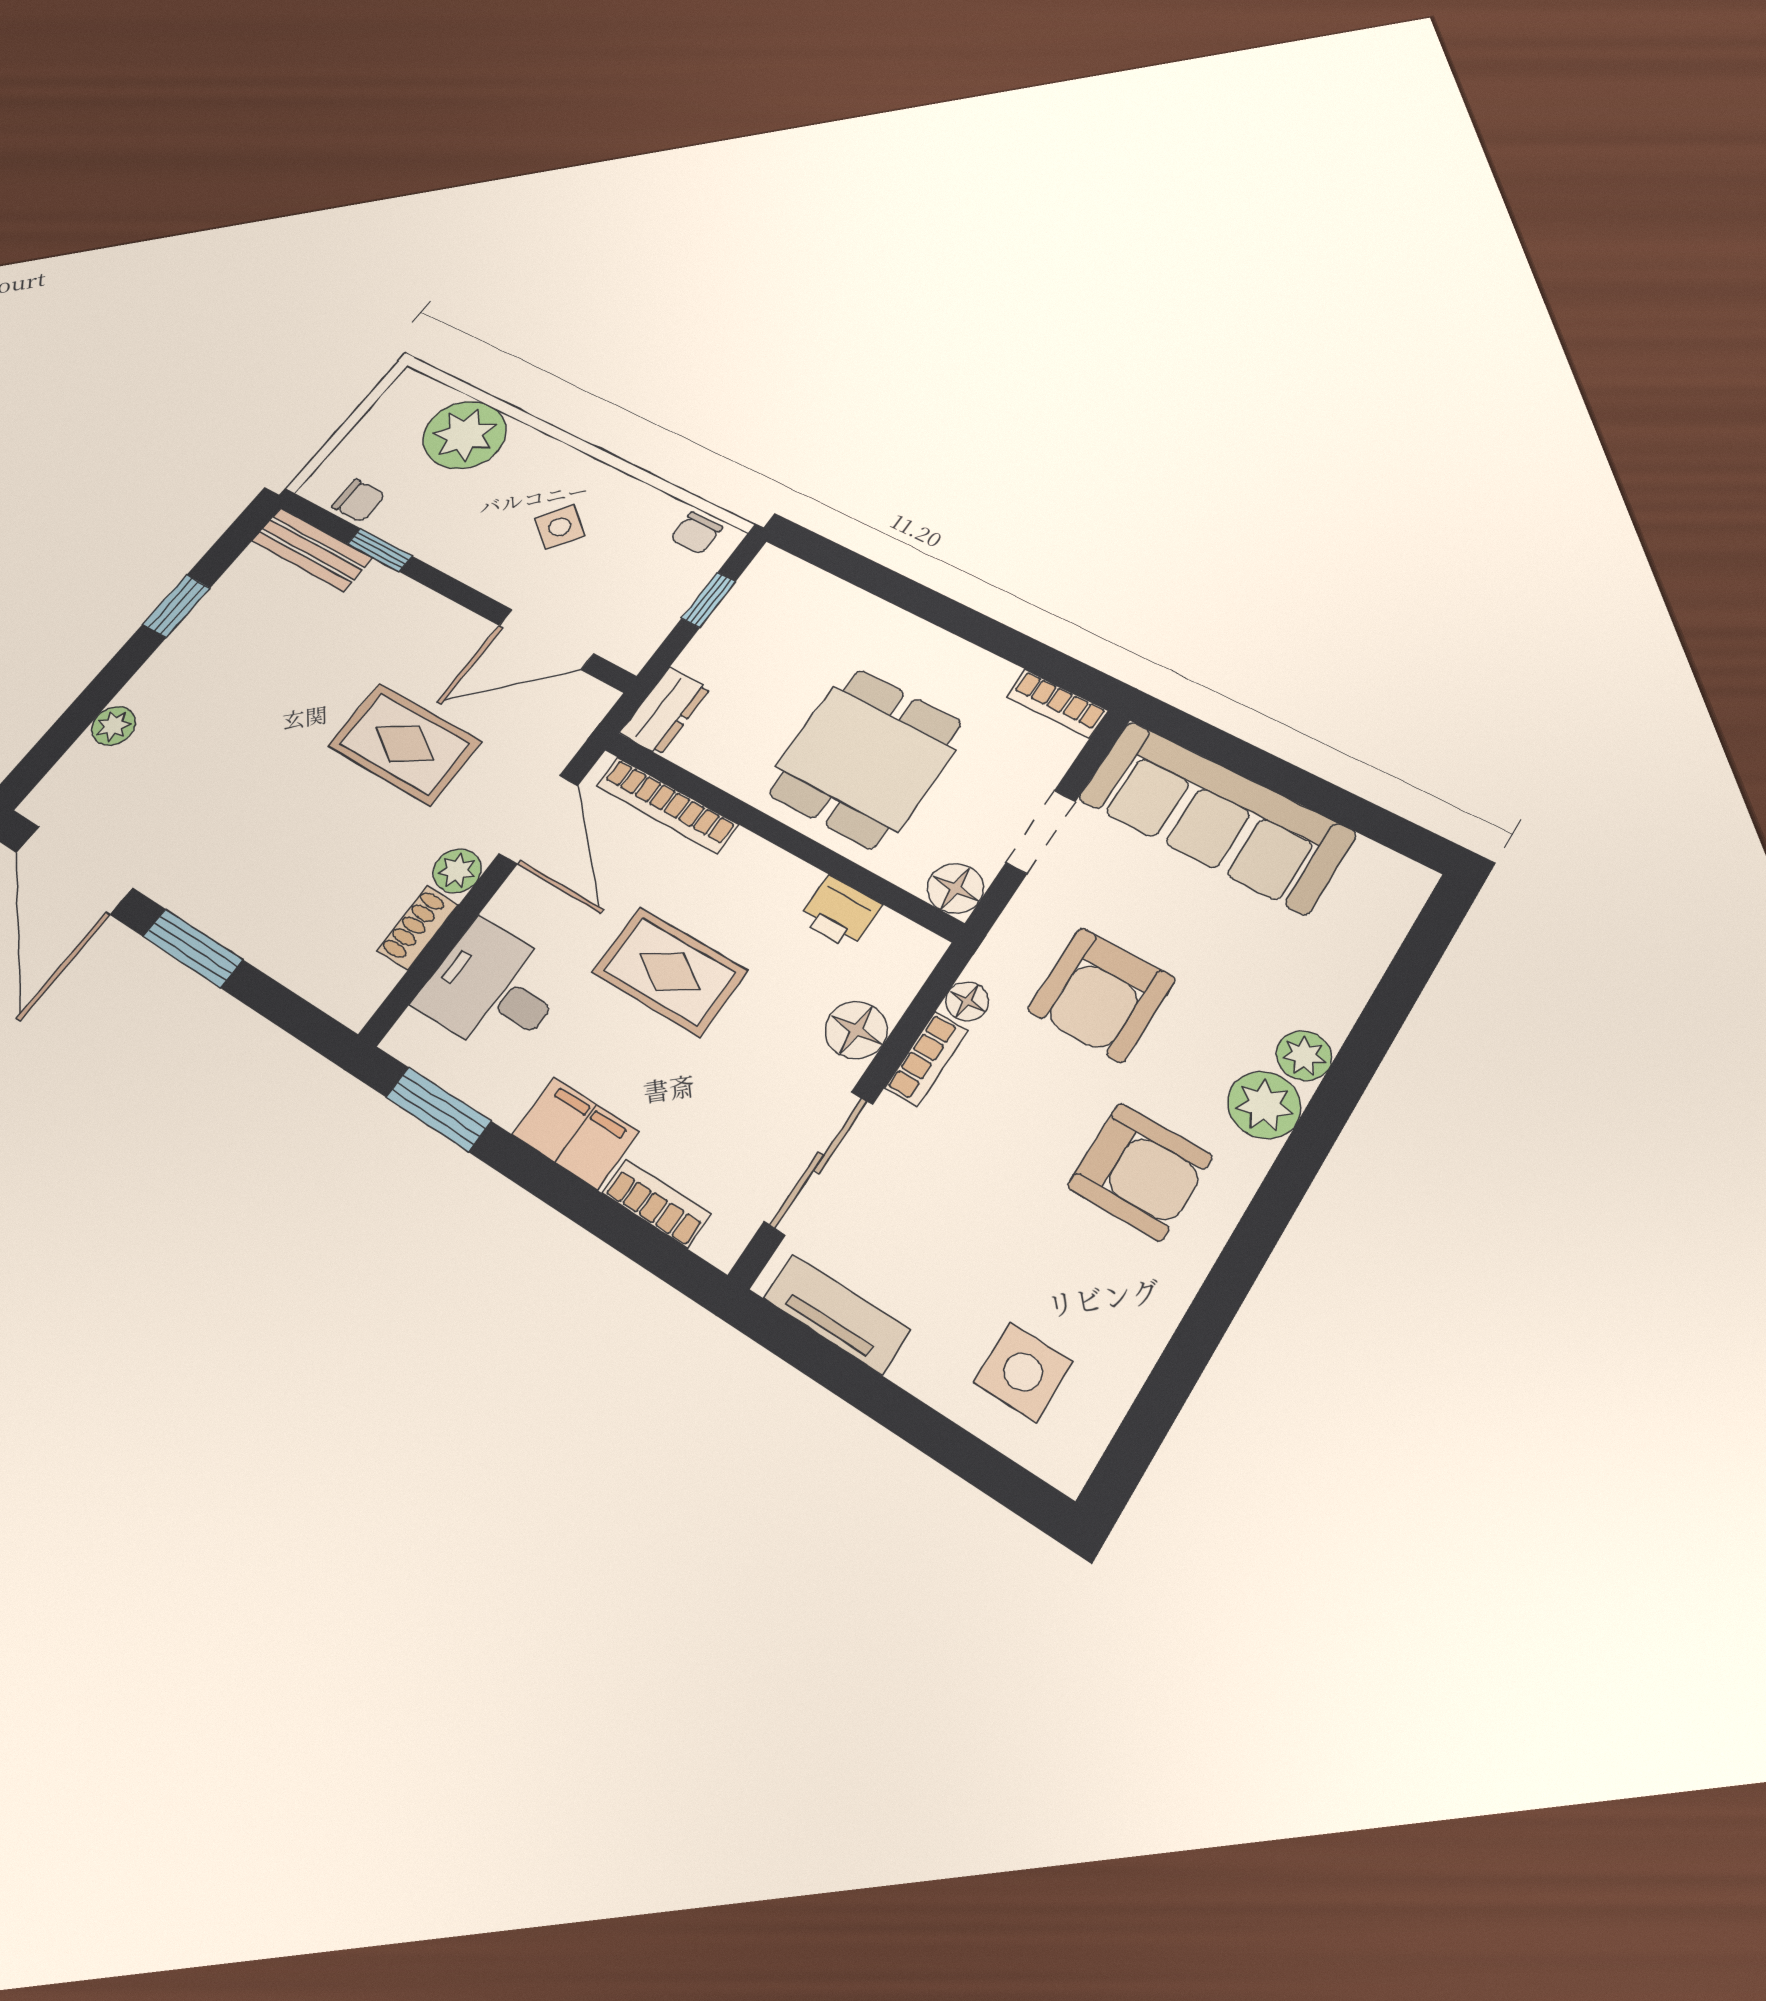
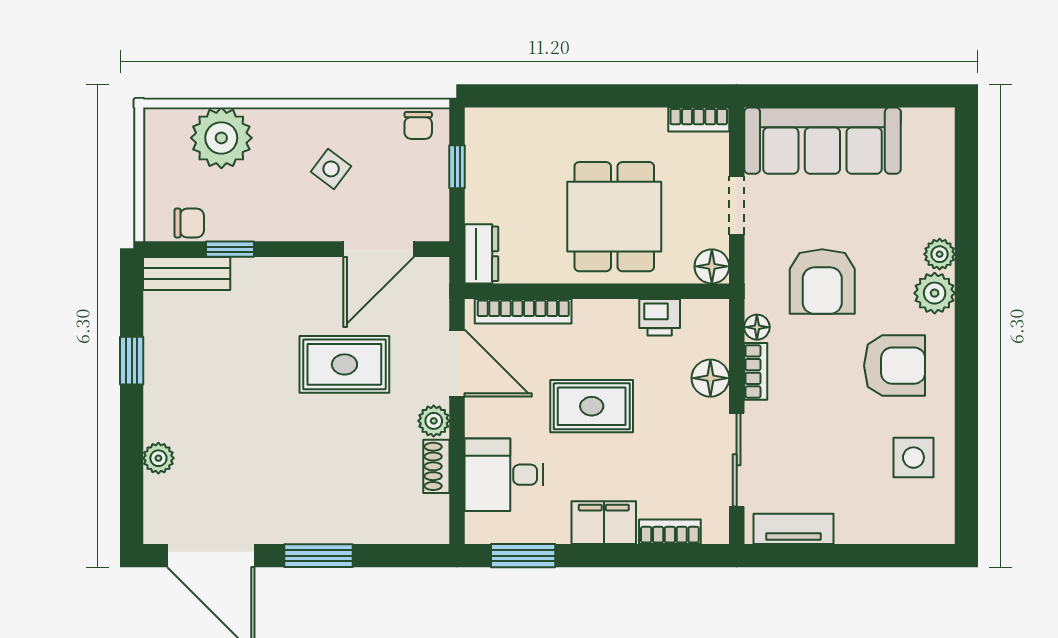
side table: (1023, 1372) -> (913, 458), moved

